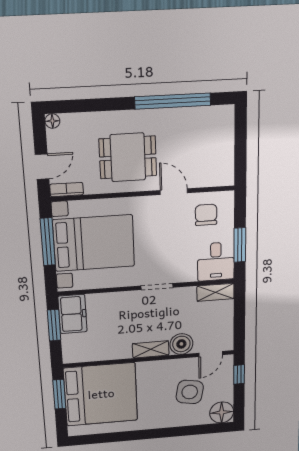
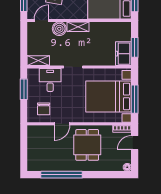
dining table: (128, 157) -> (87, 145), turned 90
door: (174, 192) -> (62, 124), hinge flipped
desk: (216, 262) -> (50, 80), moved

